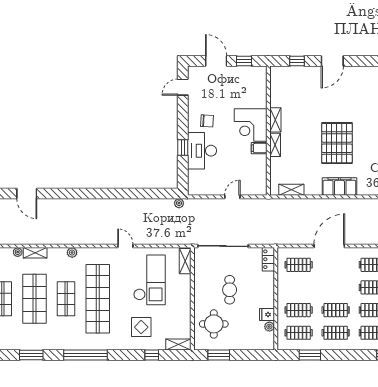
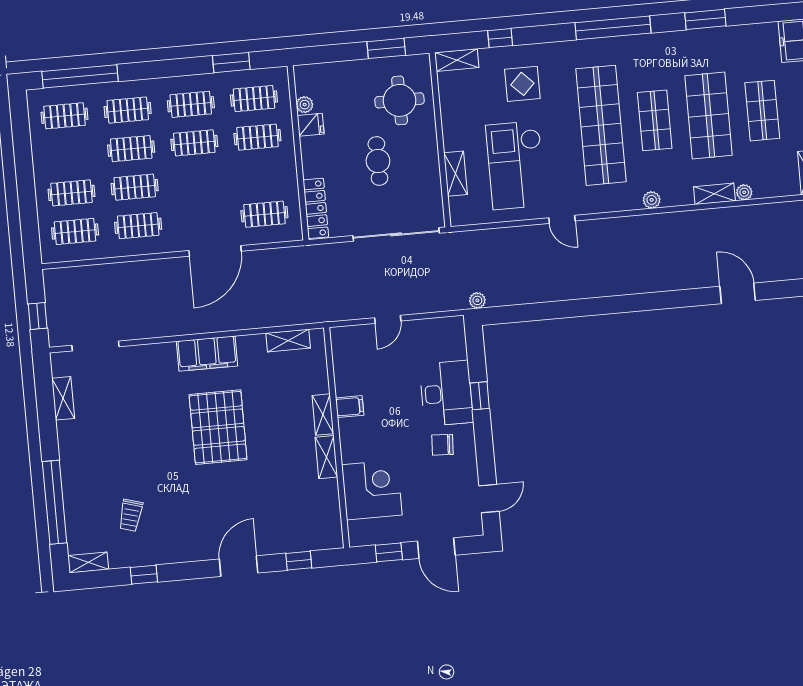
corner desk: (251, 125) -> (372, 490), moved
locker: (268, 259) -> (316, 208), width x1.53
shelving: (185, 261) -> (455, 174), moved

